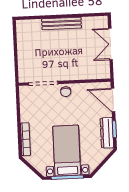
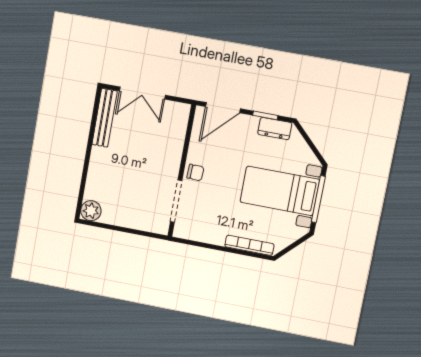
bench: (62, 23) -> (105, 118), moved
plant: (23, 27) -> (91, 211), added
dresser: (107, 133) -> (275, 129), width x0.70

